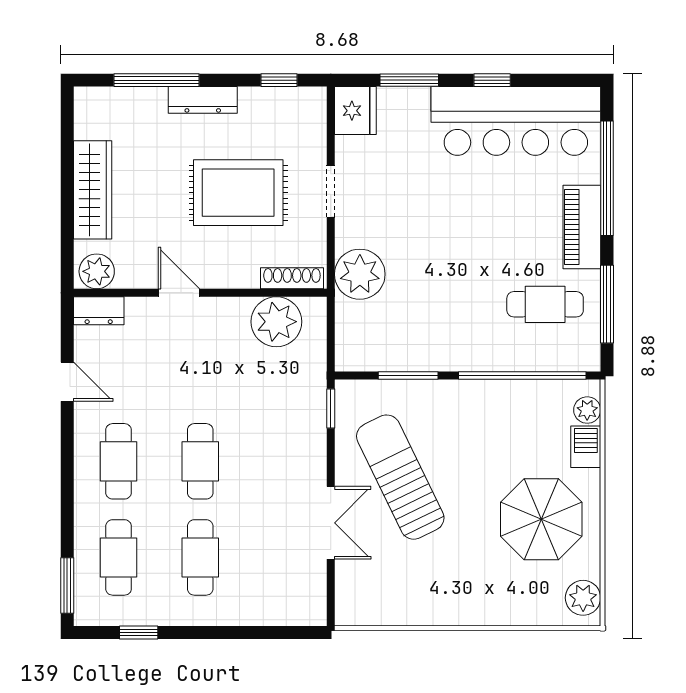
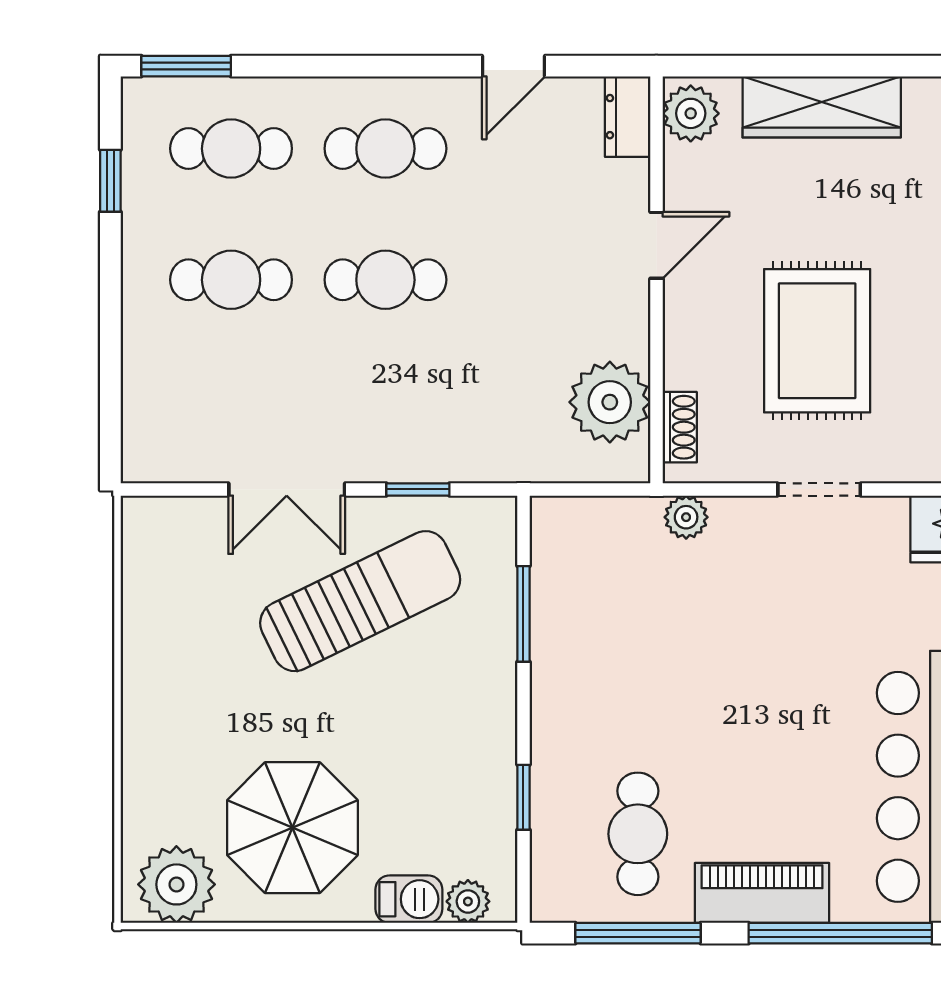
plant: (360, 274) -> (686, 517), width x0.53, depth x0.53
shoe rack: (292, 278) -> (680, 427), width x0.70
window: (522, 375) -> (523, 797), width x0.32
window: (331, 409) -> (418, 489), moved
plant: (583, 598) -> (176, 884), width x1.36, depth x1.36

